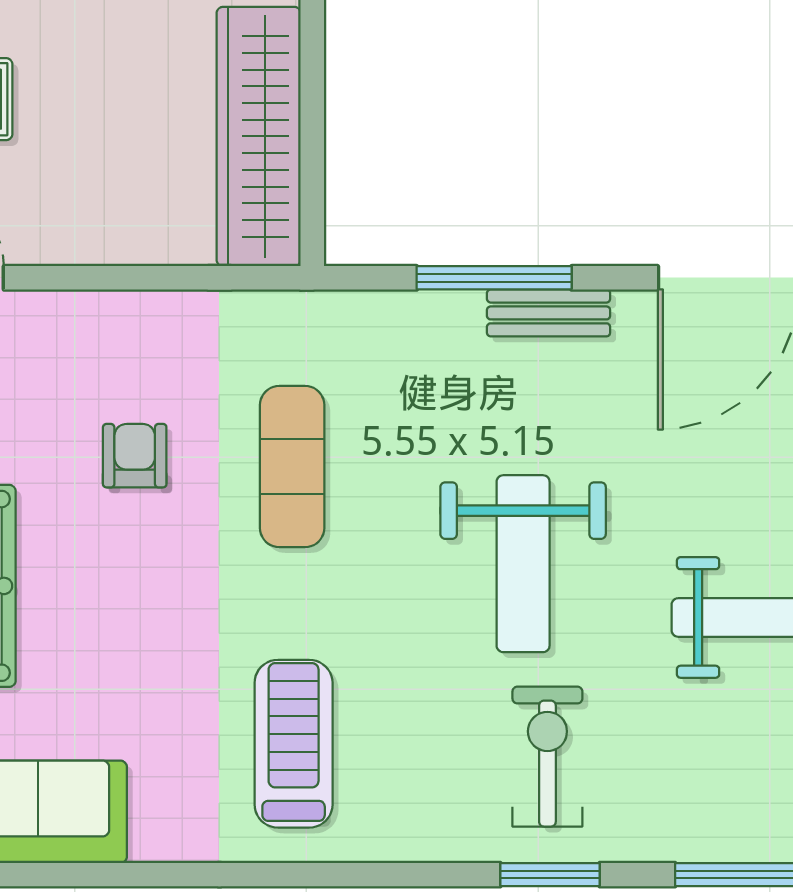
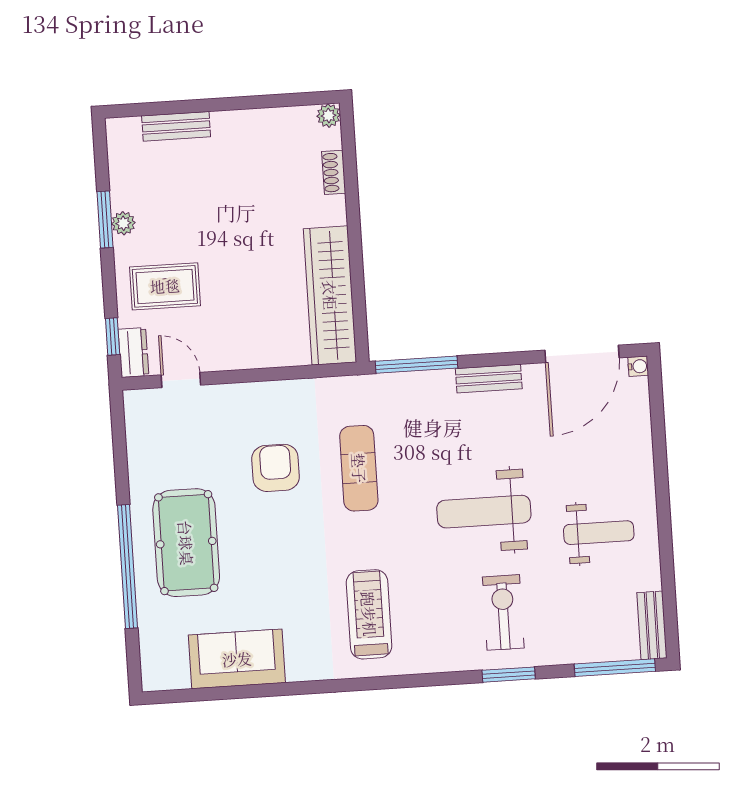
window: (494, 278) -> (416, 365), moved
armchair: (135, 456) -> (275, 468), width x1.38, depth x1.38
weight bench: (523, 564) -> (484, 512), turned 90

